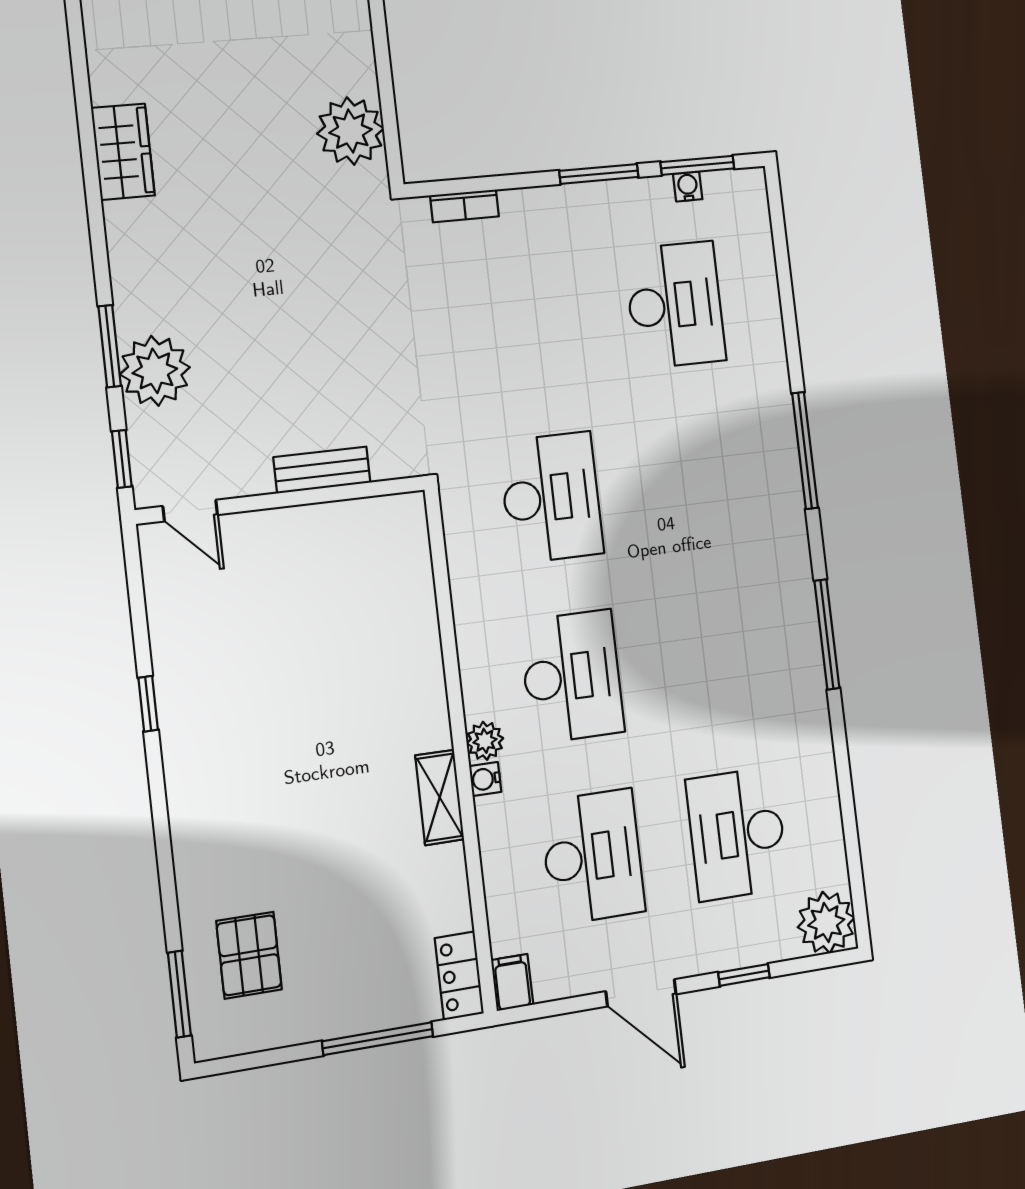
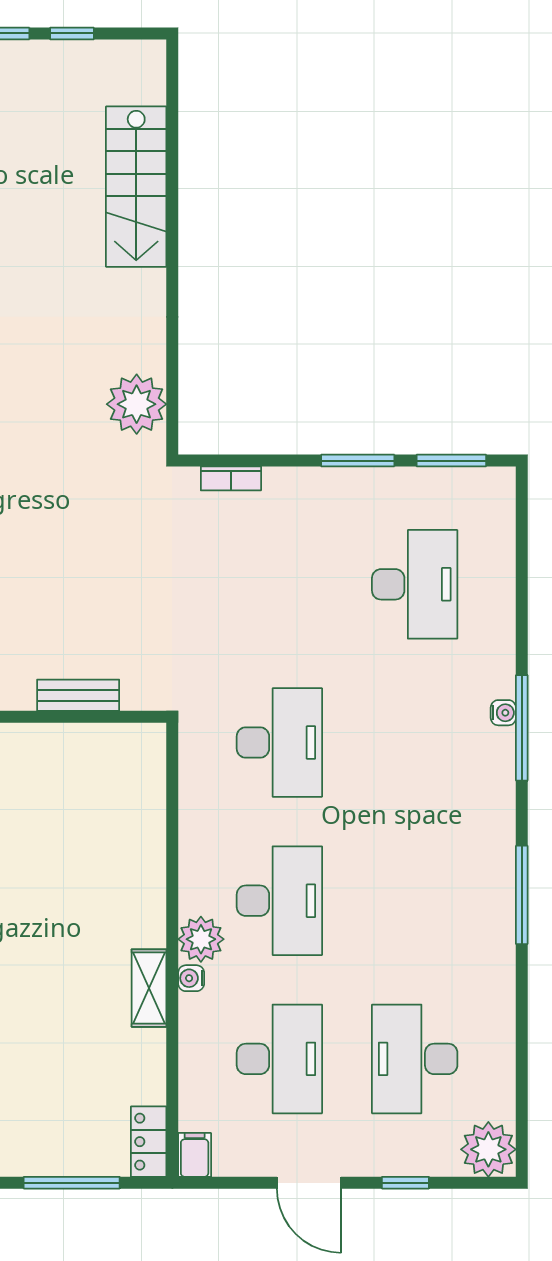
water cooler: (688, 187) -> (503, 713), moved, turned 90
plant: (485, 741) -> (201, 939), width x1.38, depth x1.38

